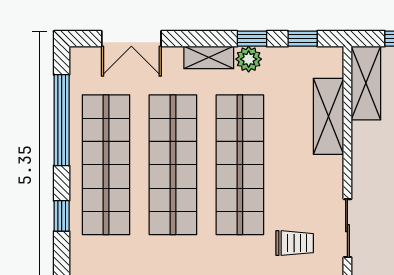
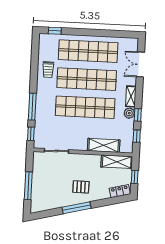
window: (62, 120) -> (108, 33), removed
window: (62, 216) -> (55, 31), moved
trolley: (295, 243) -> (48, 70), moved

